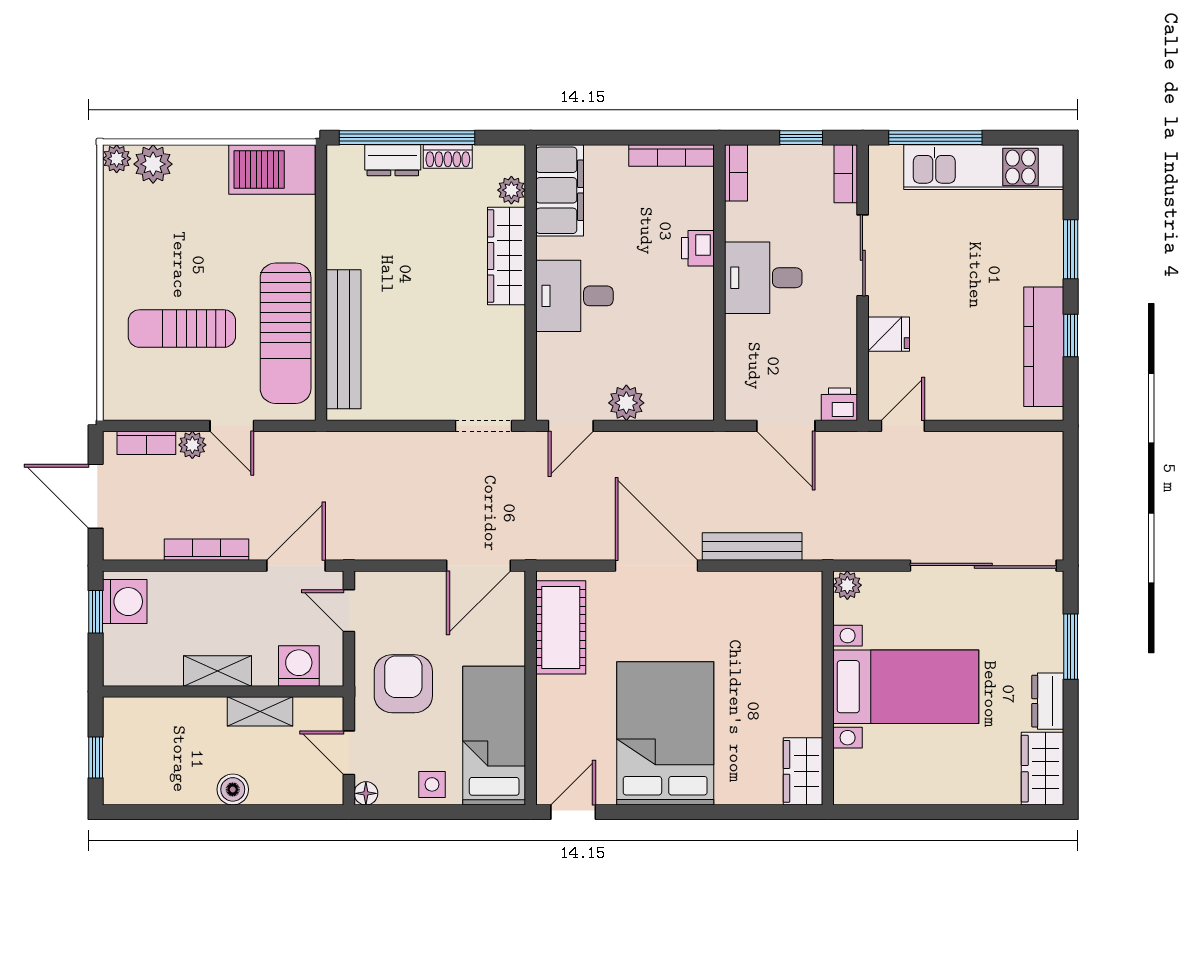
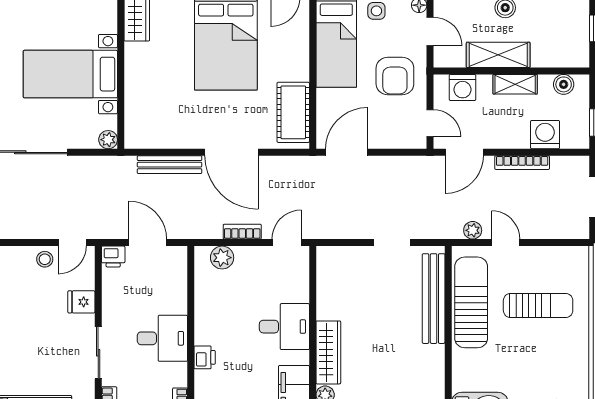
stool: (945, 400) -> (45, 259), added
plant: (626, 403) -> (222, 258), moved
doorway: (483, 426) -> (392, 243), moved
bookcase: (146, 443) -> (242, 232), moved
plant: (192, 445) -> (473, 230), moved
washing machine: (125, 602) -> (545, 135), moved, turned 90
boiler: (142, 671) -> (564, 84), added
shelving: (260, 711) -> (498, 55), width x1.50, depth x1.33

